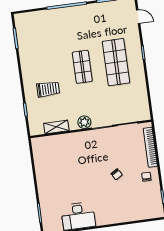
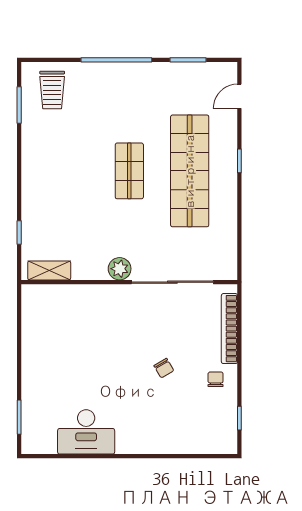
door: (138, 17) -> (239, 96), swing flipped
shop shelf: (116, 62) -> (190, 171), width x1.40
trolley: (48, 89) -> (52, 90), moved, turned 90
shelving: (56, 127) -> (49, 270), moved

